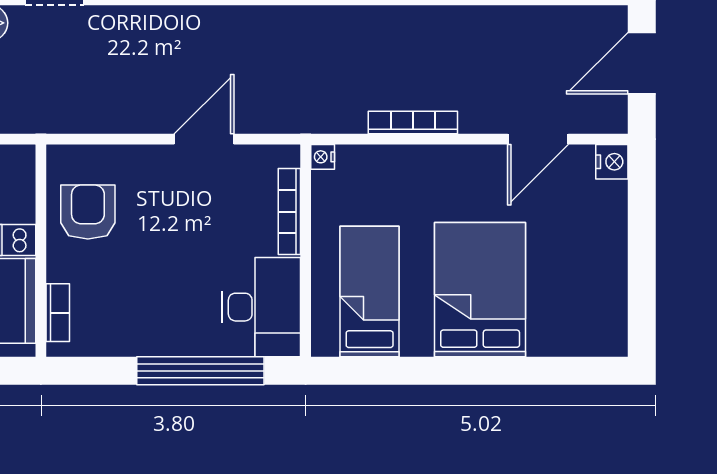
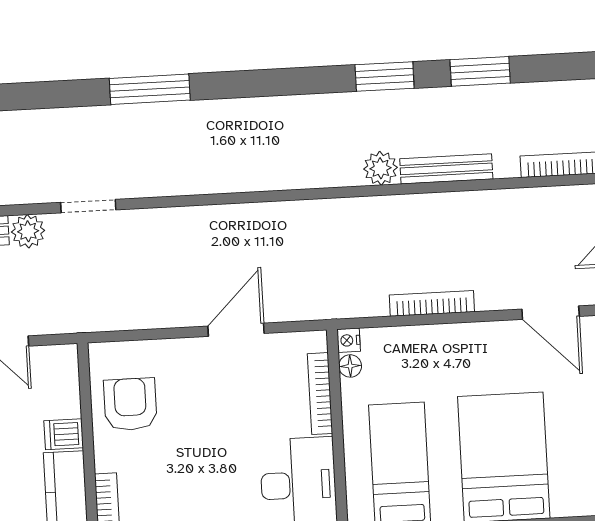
door: (538, 139) -> (551, 313), hinge flipped
floor lamp: (323, 184) -> (350, 366), added

